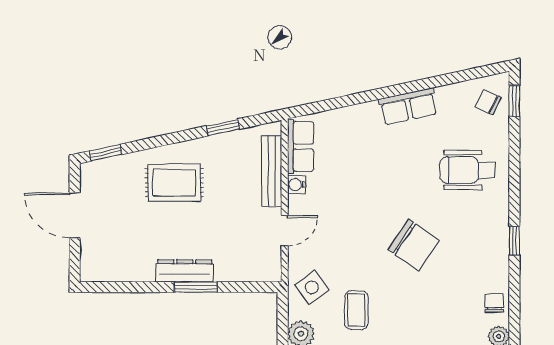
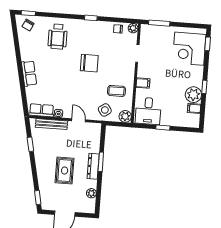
row of seats: (408, 106) -> (29, 73), moved
rug: (174, 183) -> (65, 170), moved
chair: (414, 245) -> (89, 63), turned 56
plant: (124, 271) -> (91, 193), added

